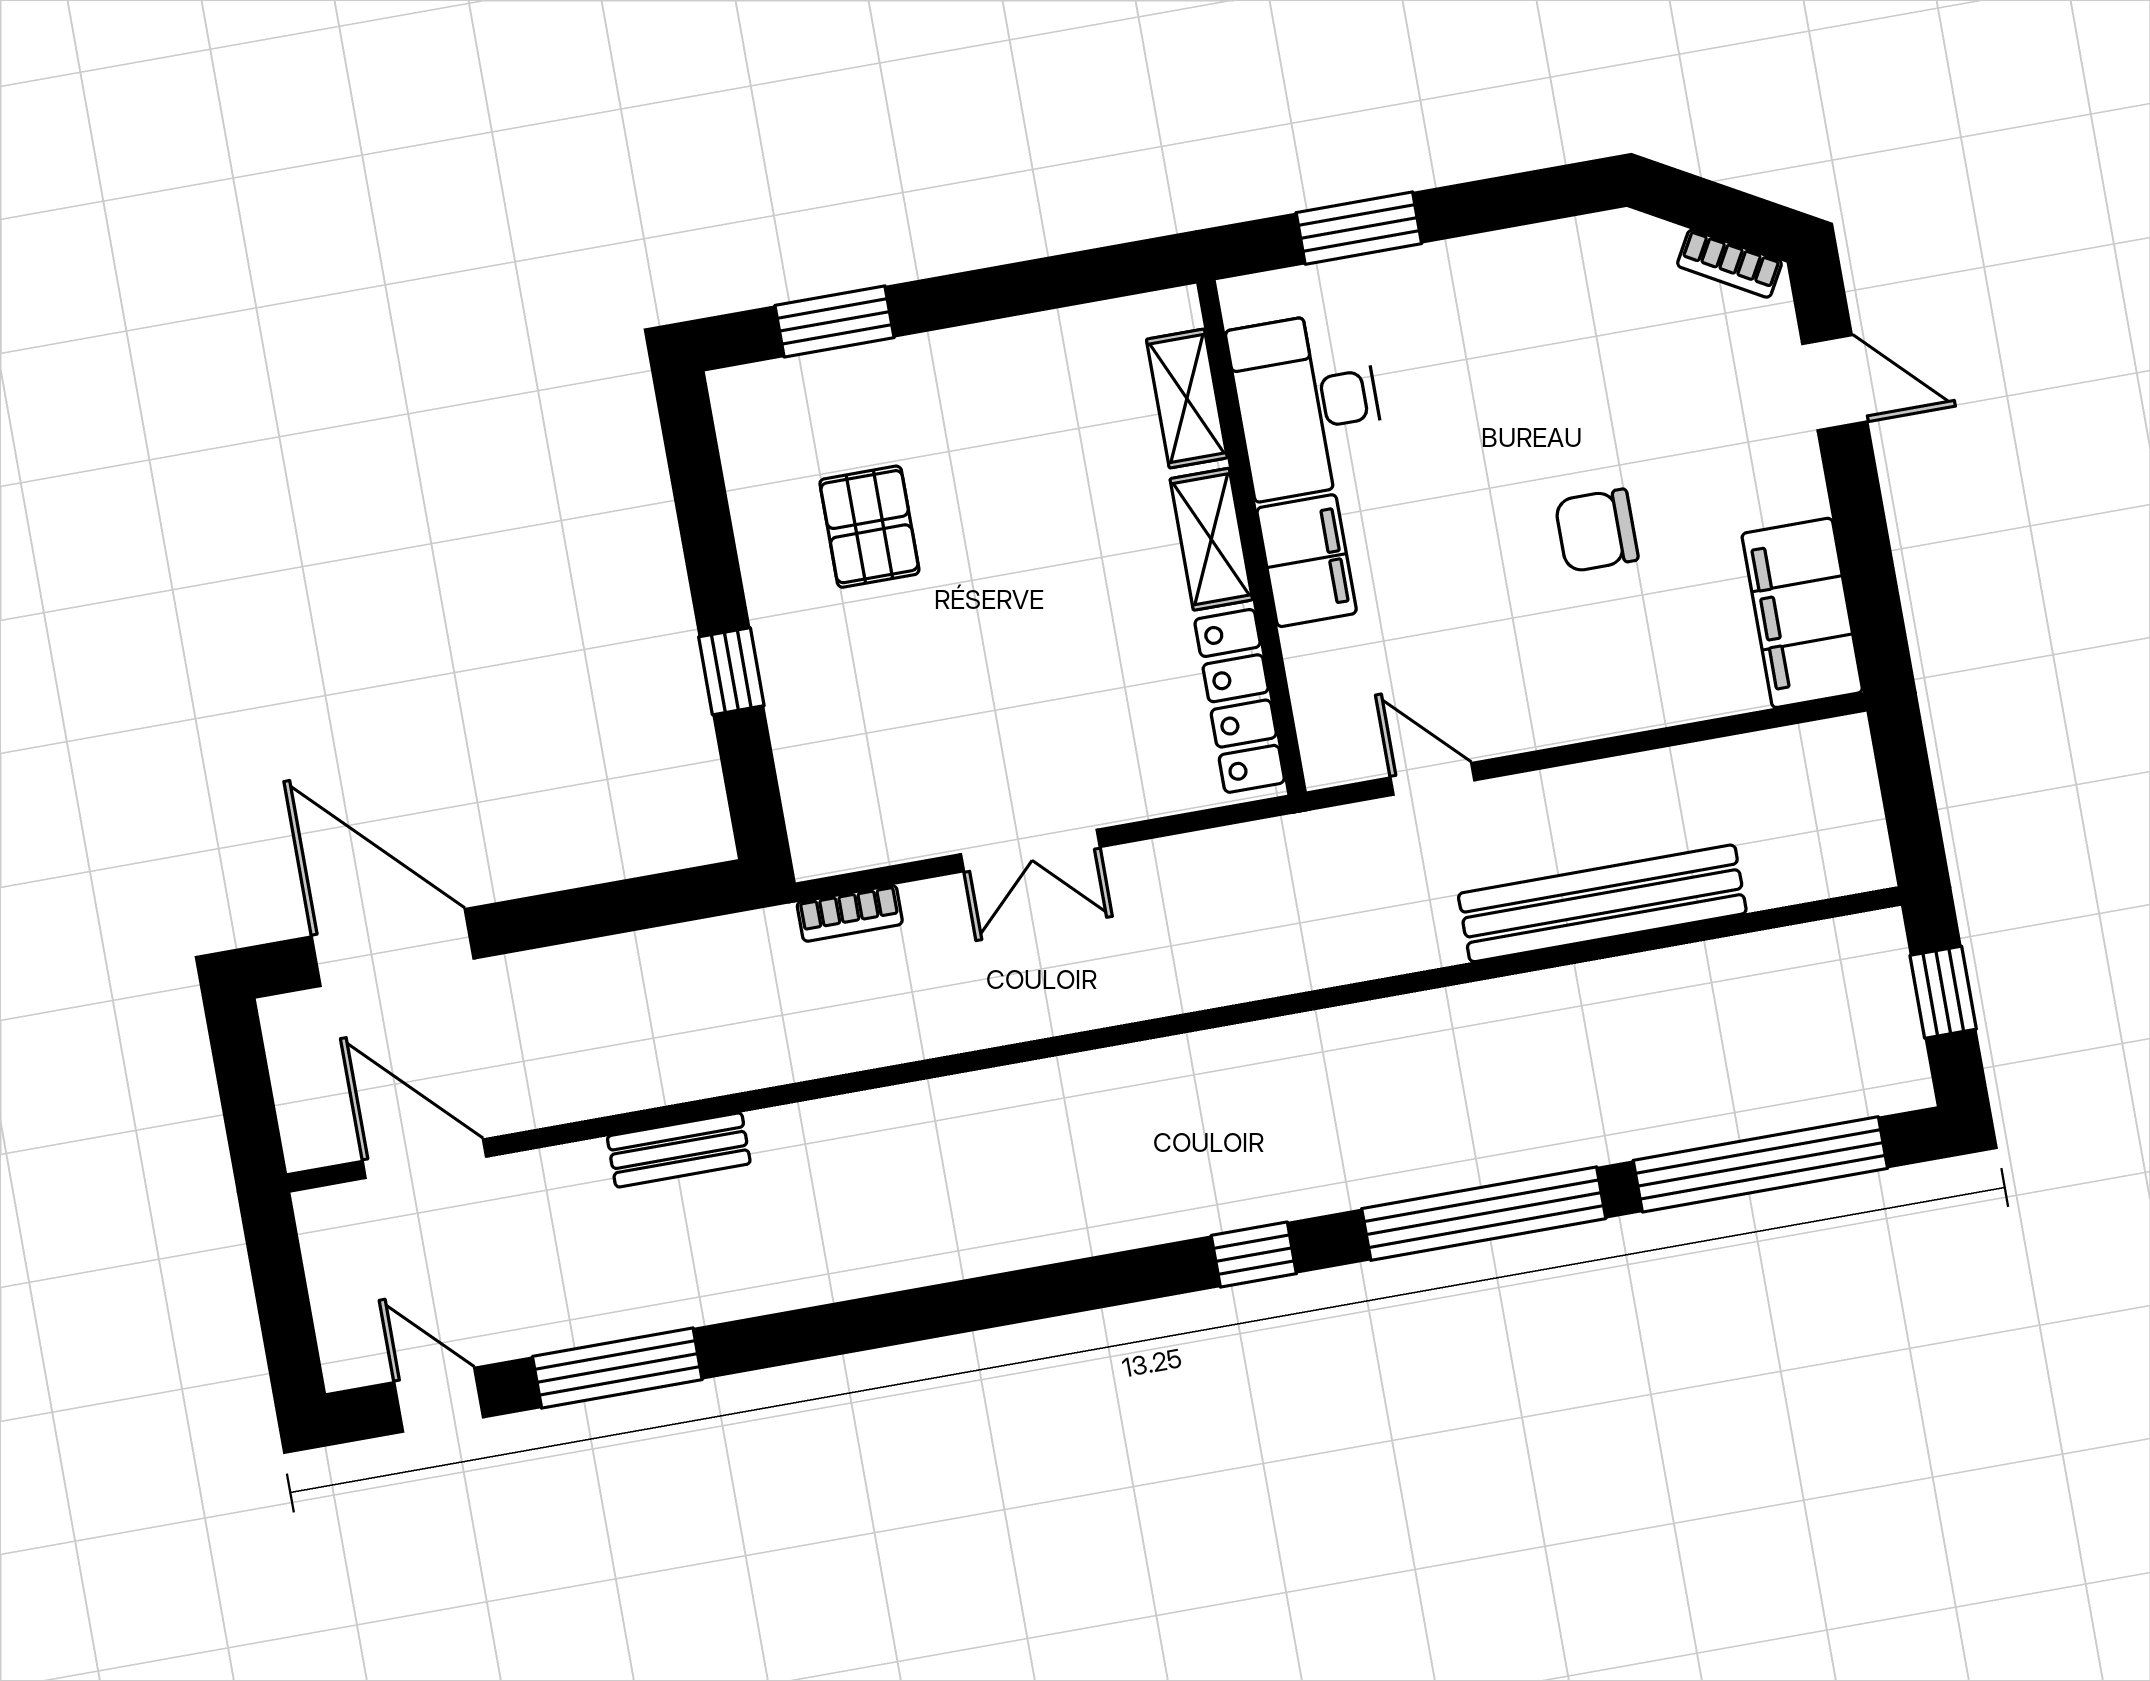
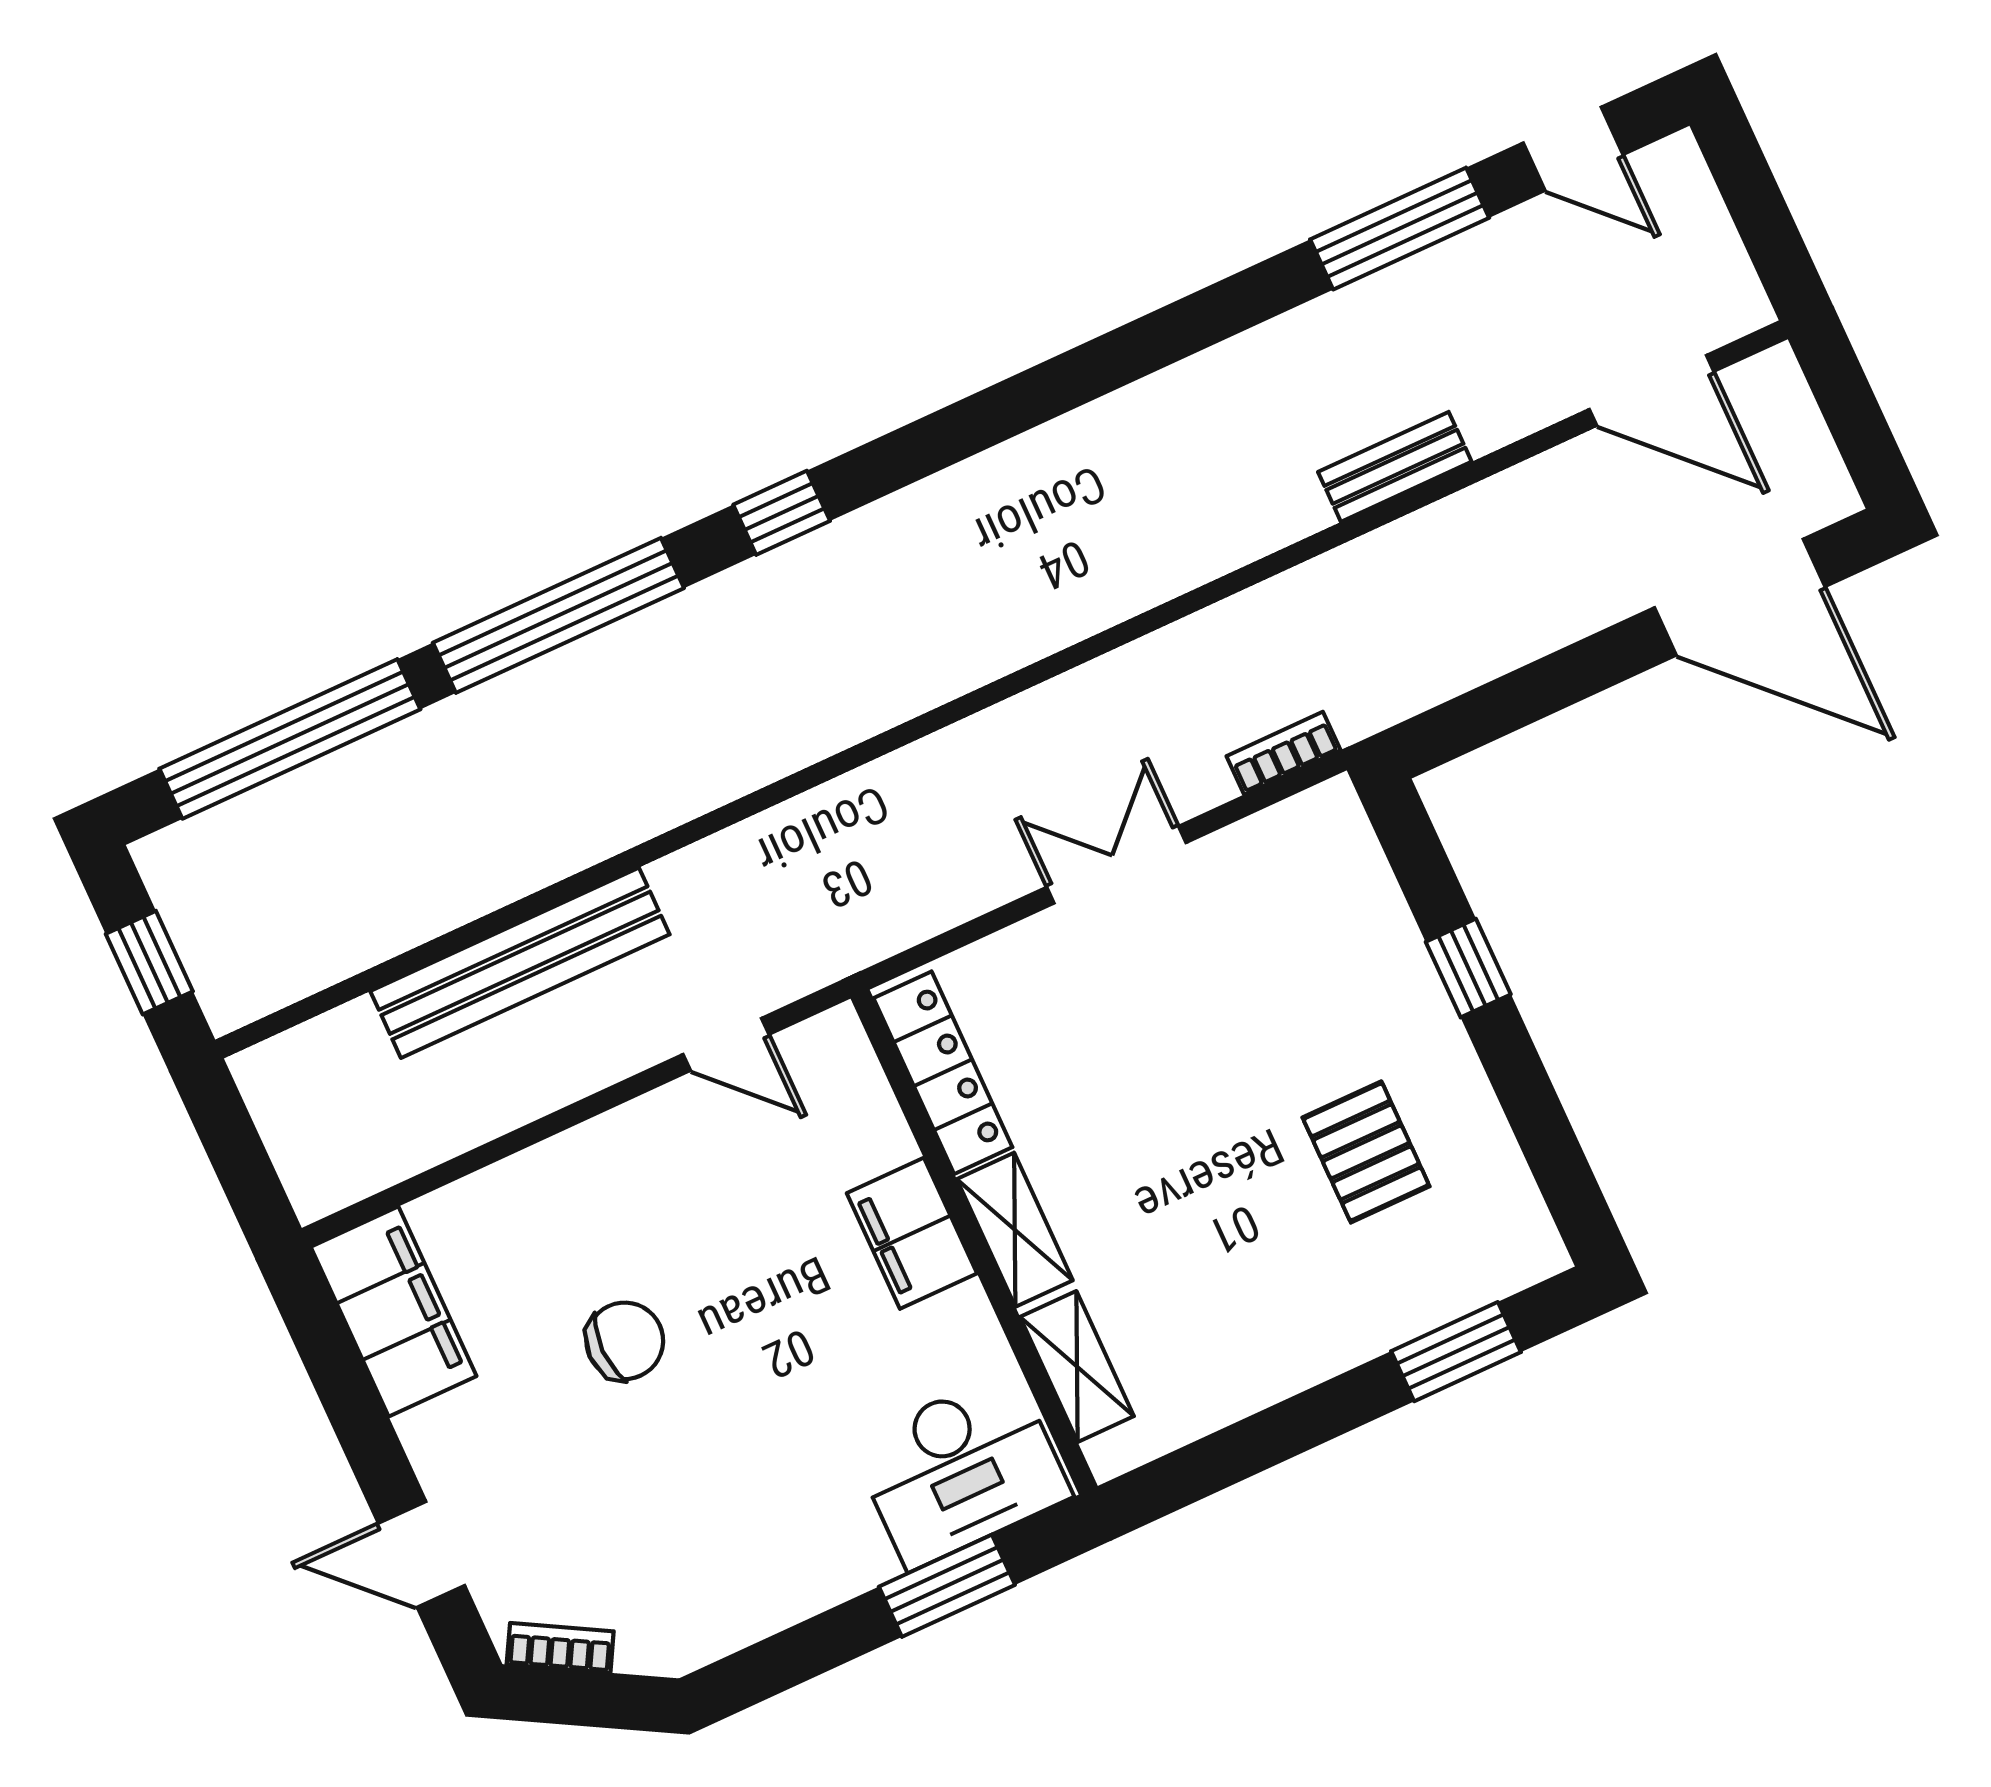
desk: (1308, 405) -> (961, 1470), moved, turned 90

